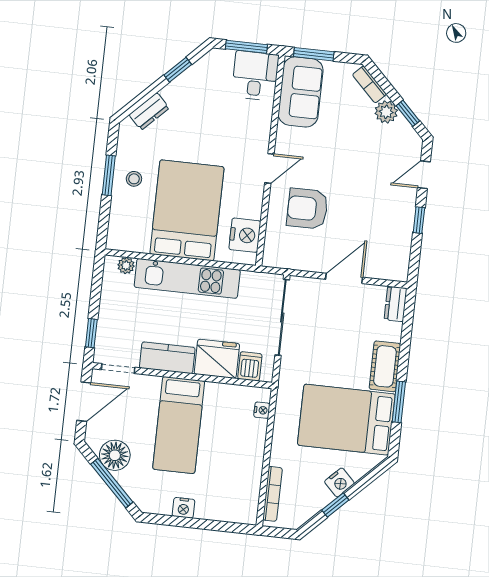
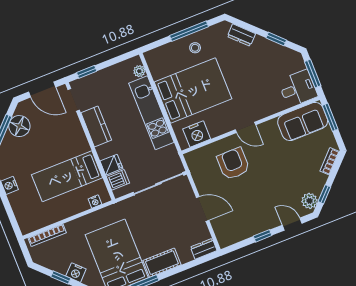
plant: (386, 112) -> (310, 201), moved
window: (109, 175) -> (189, 31), width x1.44
fridge: (217, 359) -> (111, 165), width x0.53, depth x0.75
bed: (179, 425) -> (67, 176), moved

